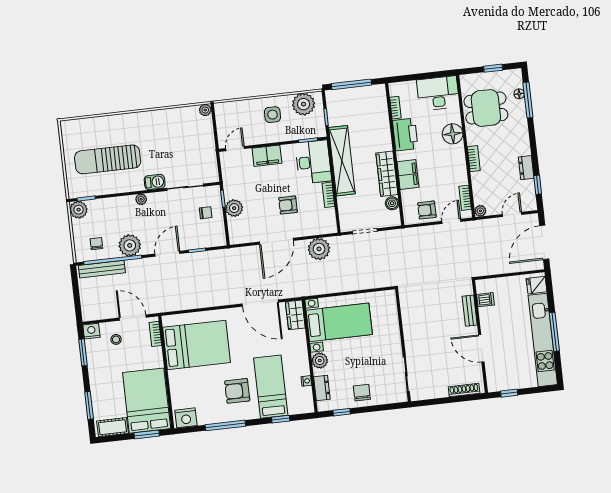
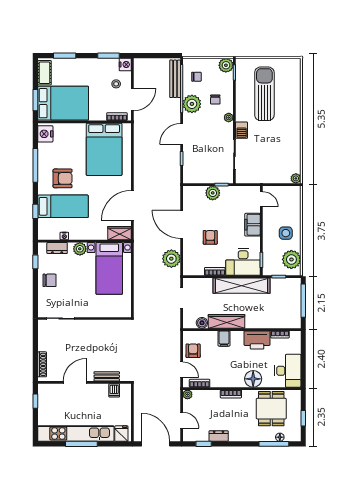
filing cabinet: (408, 175) -> (224, 339), width x0.50
chair: (206, 213) -> (215, 100), moved
door: (167, 254) -> (182, 134), swing flipped
armchair: (237, 391) -> (63, 178), turned 90

